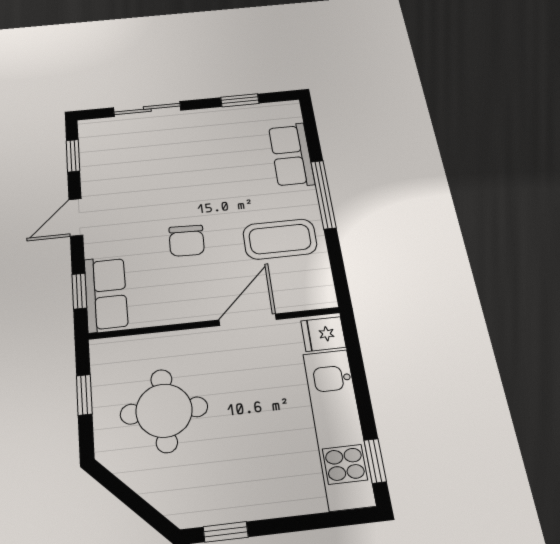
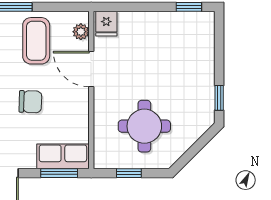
window: (79, 291) -> (59, 173), width x1.50
plant: (304, 299) -> (81, 32), added
kitchen unit: (338, 428) -> (167, 25), removed

